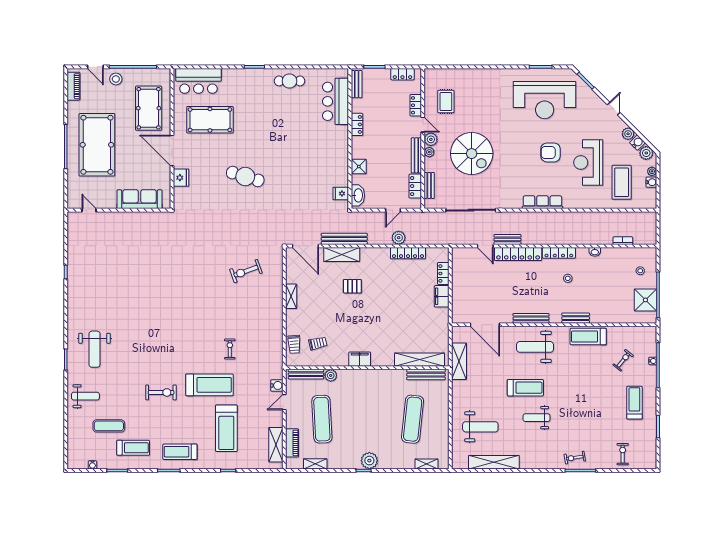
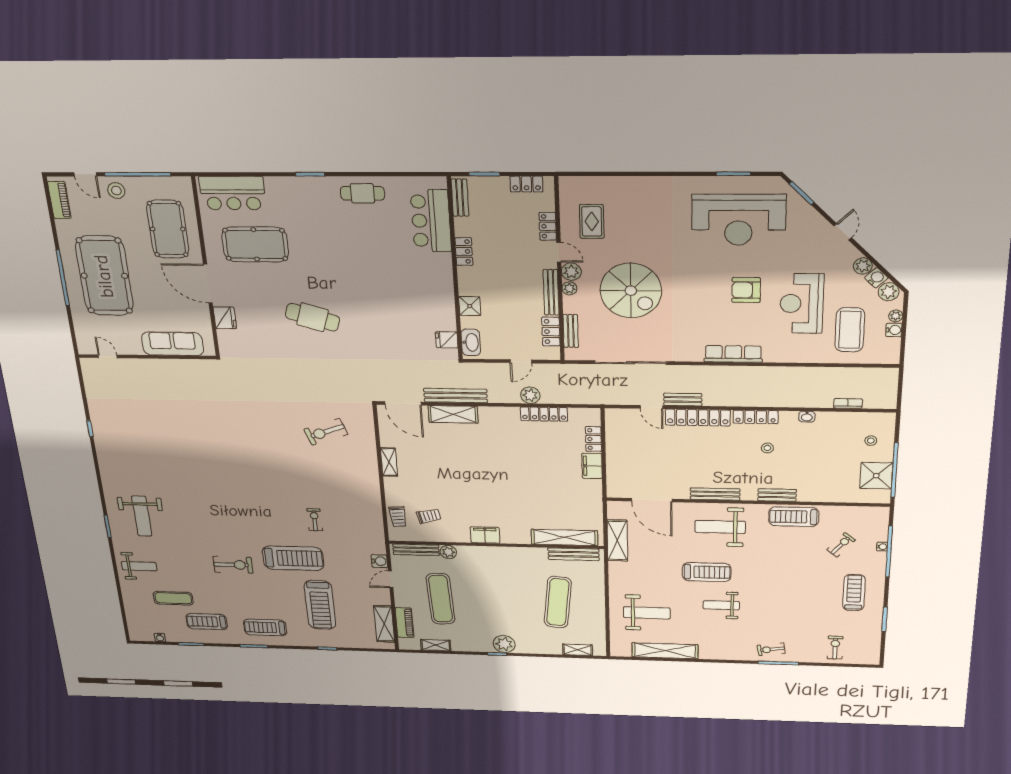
pallet: (352, 286) -> (470, 452), removed
treadmill: (133, 448) -> (207, 622), turned 180

